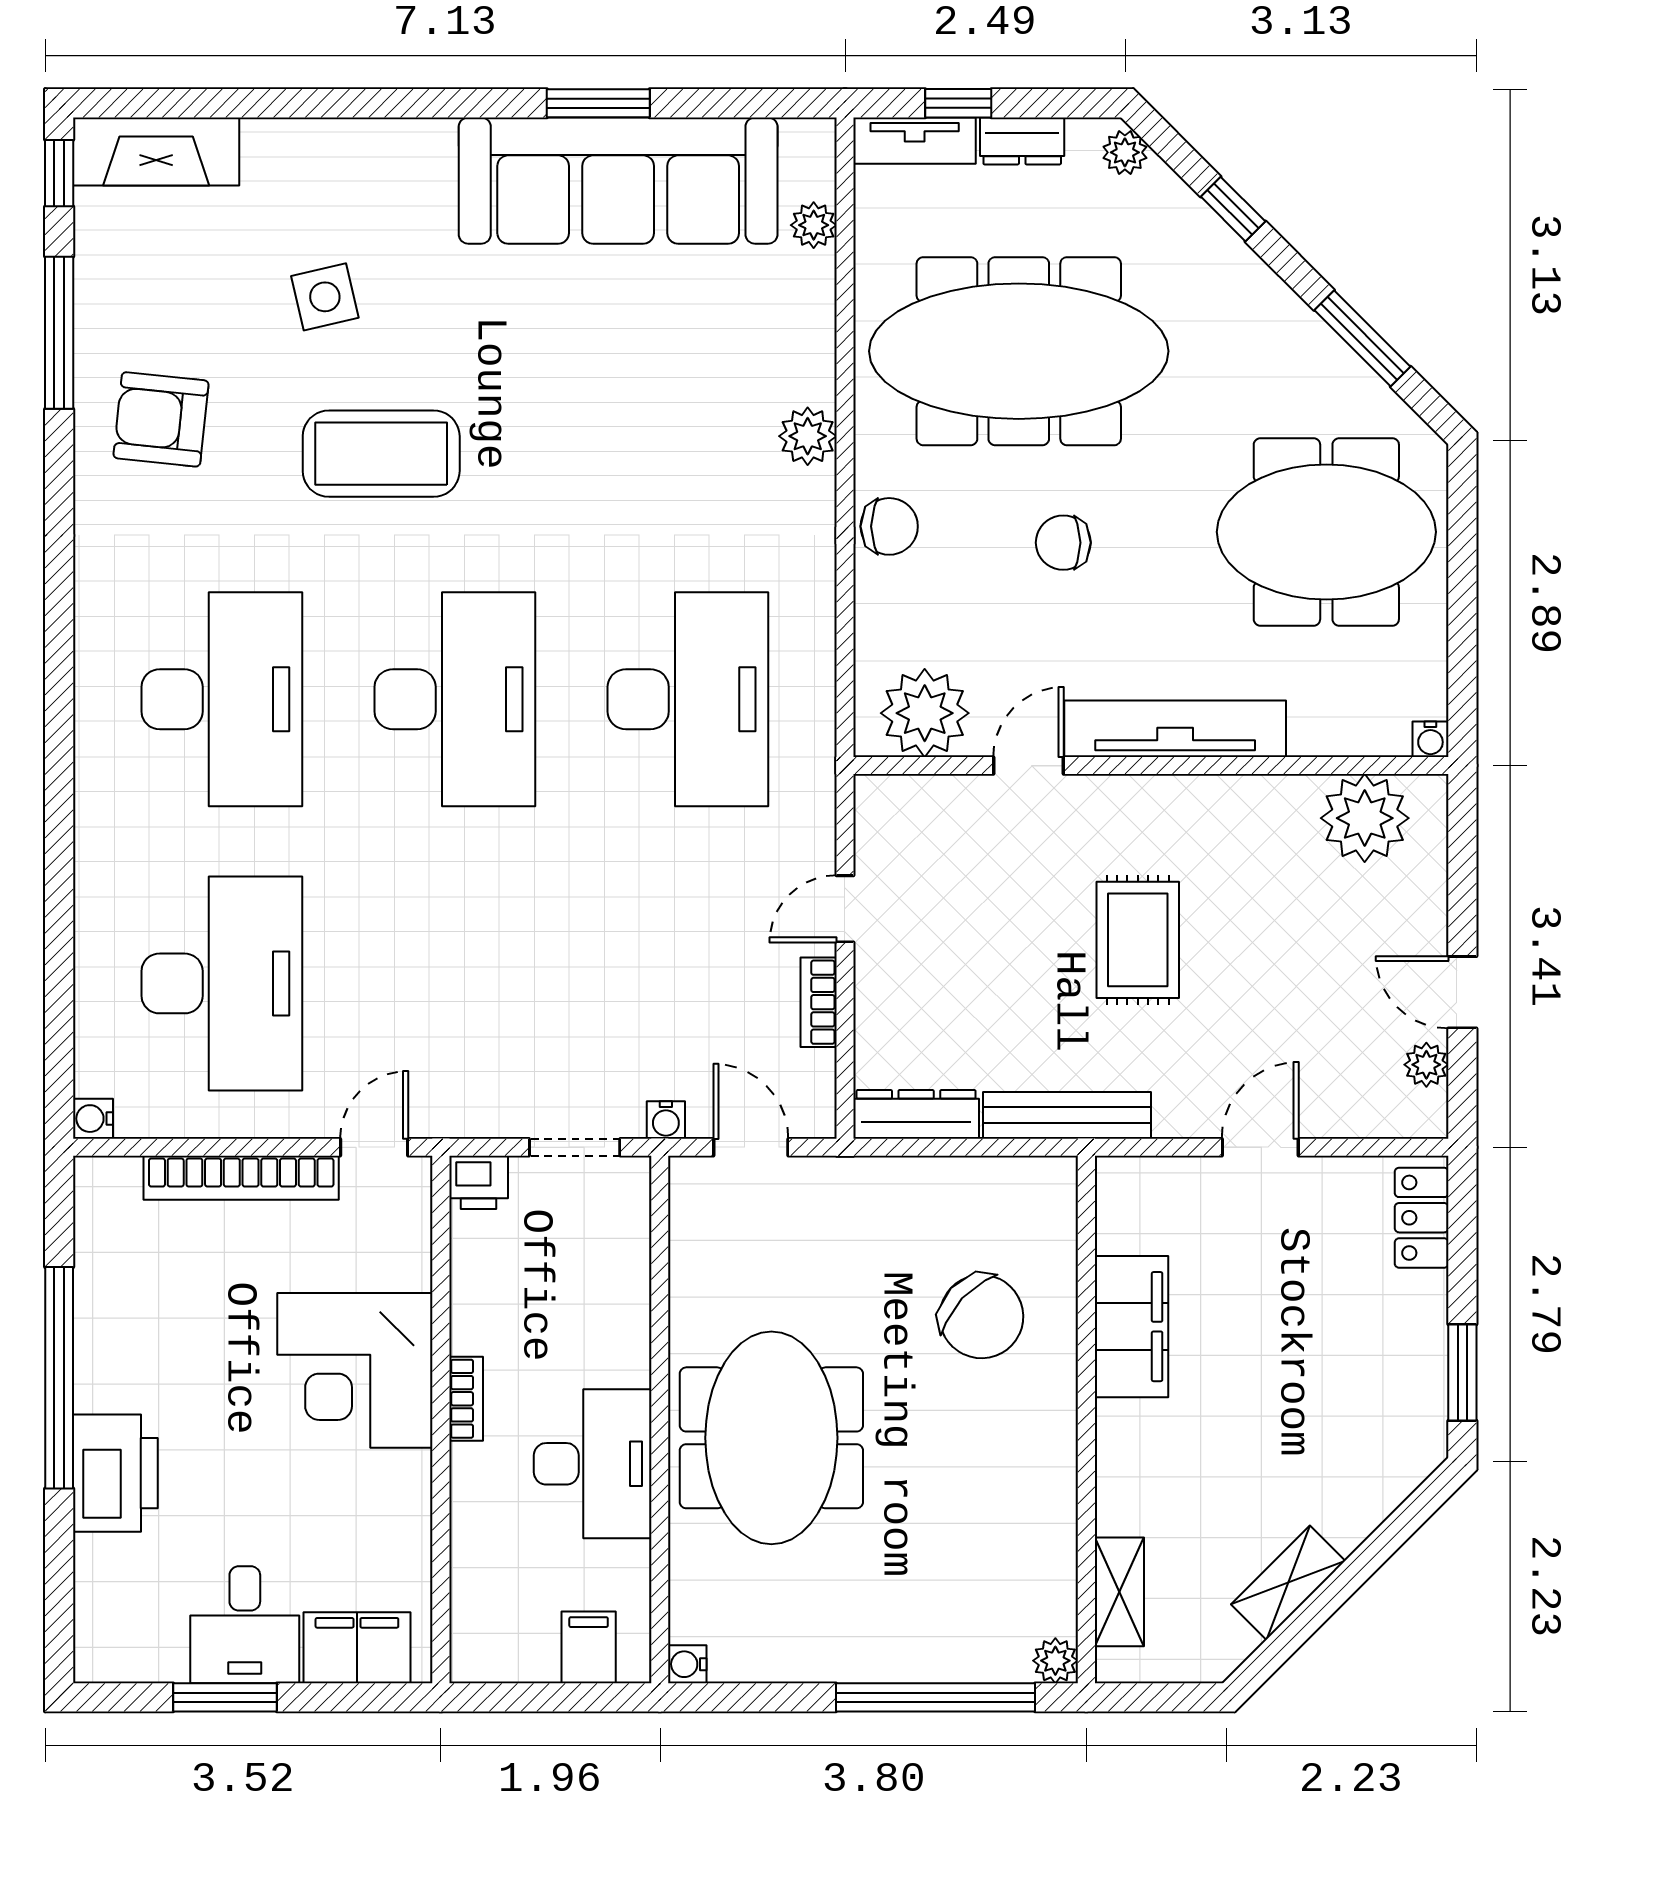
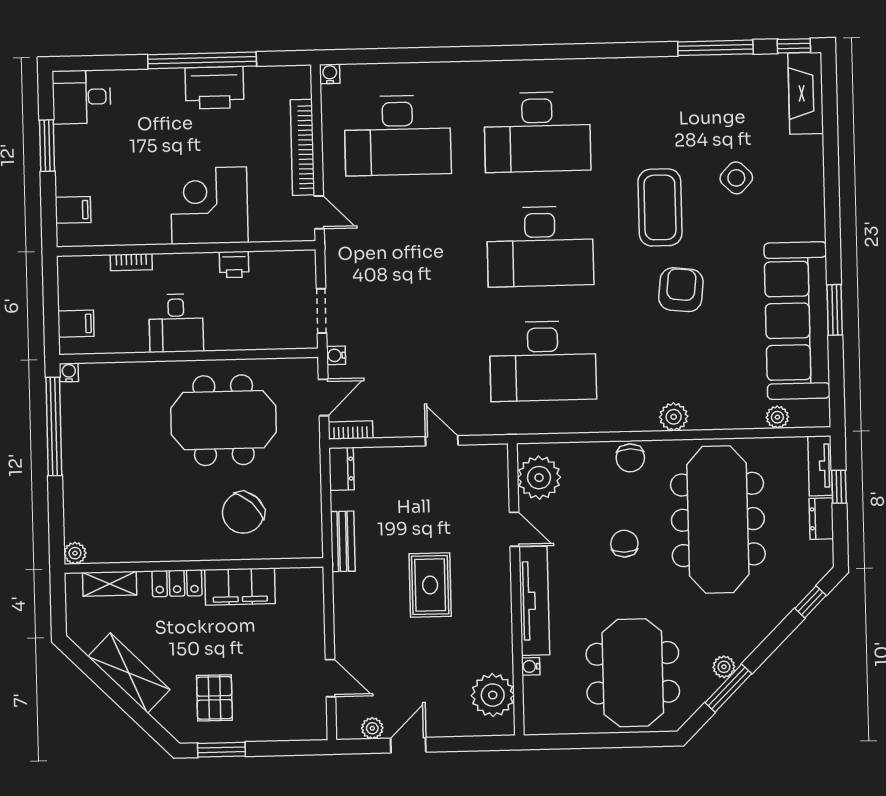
plant: (1125, 152) -> (724, 667), moved
window: (1233, 209) -> (811, 602), moved
side table: (325, 297) -> (736, 178), turned -33
armchair: (161, 419) -> (681, 290), moved
water cooler: (1430, 739) -> (531, 666), moved
rug: (1138, 940) -> (430, 585), turned 90
bookcase: (819, 1002) -> (351, 430), moved
dresser: (916, 1114) -> (342, 469), width x0.70
bench: (1067, 1115) -> (343, 541), width x0.73
door: (1260, 1147) -> (330, 678), moved
printer: (479, 1182) -> (234, 264), moved, turned -90
locker: (1422, 1218) -> (177, 583), moved, turned 180
pallet: (1357, 1384) -> (214, 698), added
bookcase: (466, 1399) -> (131, 262), moved
meeting table: (771, 1438) -> (224, 420), moved
desk: (593, 1464) -> (176, 323), width x0.73
printer: (115, 1473) -> (214, 88), moved
shelving: (1288, 1583) -> (129, 673), width x1.50, depth x1.33
desk: (245, 1625) -> (82, 97), moved
filing cabinet: (357, 1648) -> (73, 210), width x0.50
window: (935, 1697) -> (54, 426), moved

